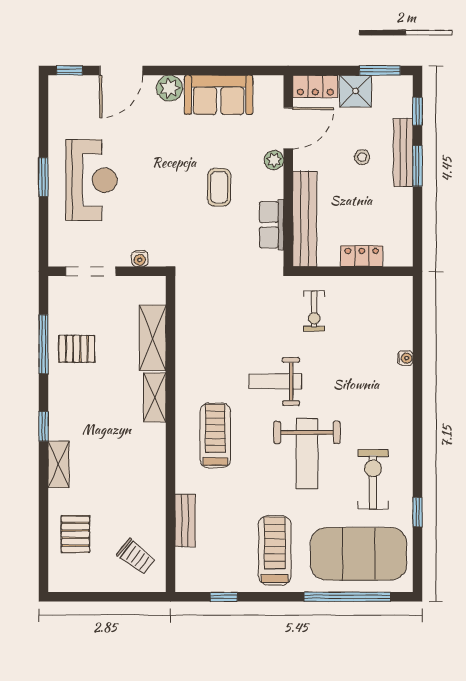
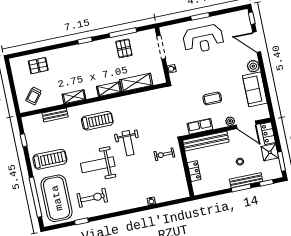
weight bench: (275, 381) -> (128, 143), turned 180
shelving: (59, 464) -> (74, 97), moved

